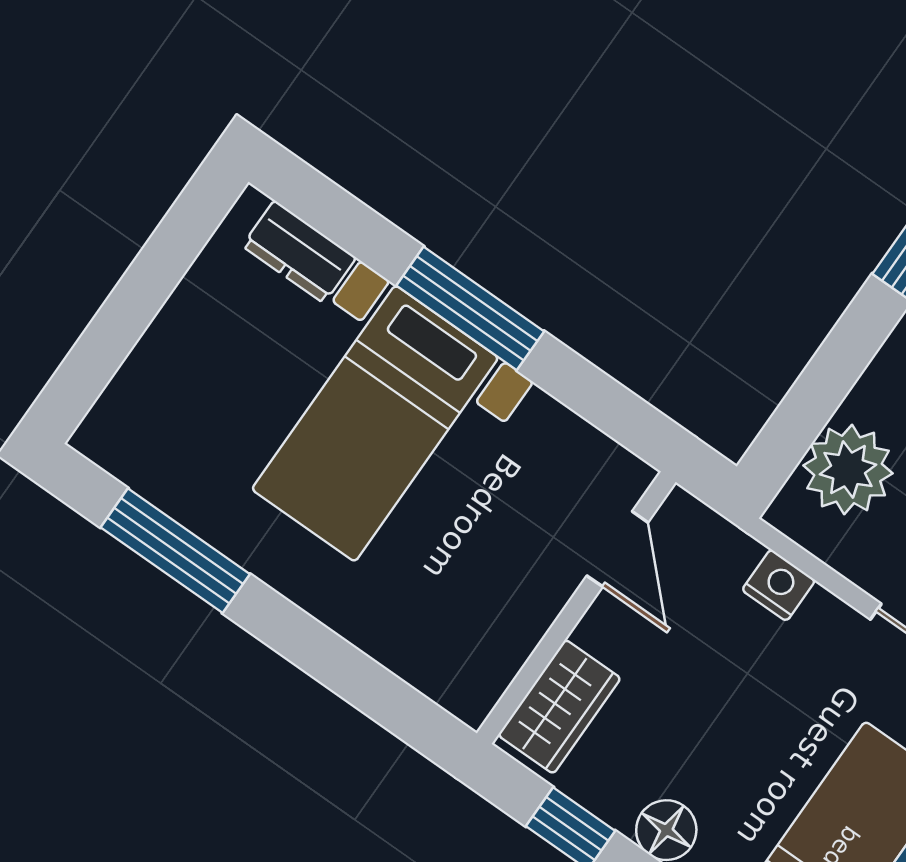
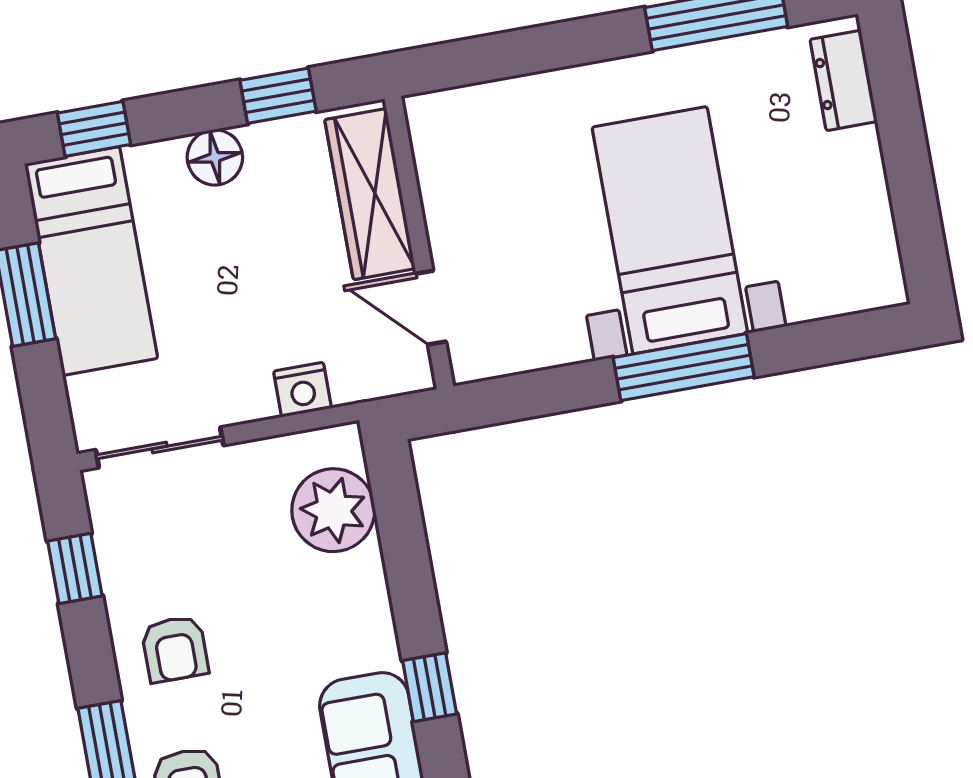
dresser: (299, 252) -> (844, 80), moved, turned -90
wardrobe: (559, 707) -> (370, 194), width x1.50

